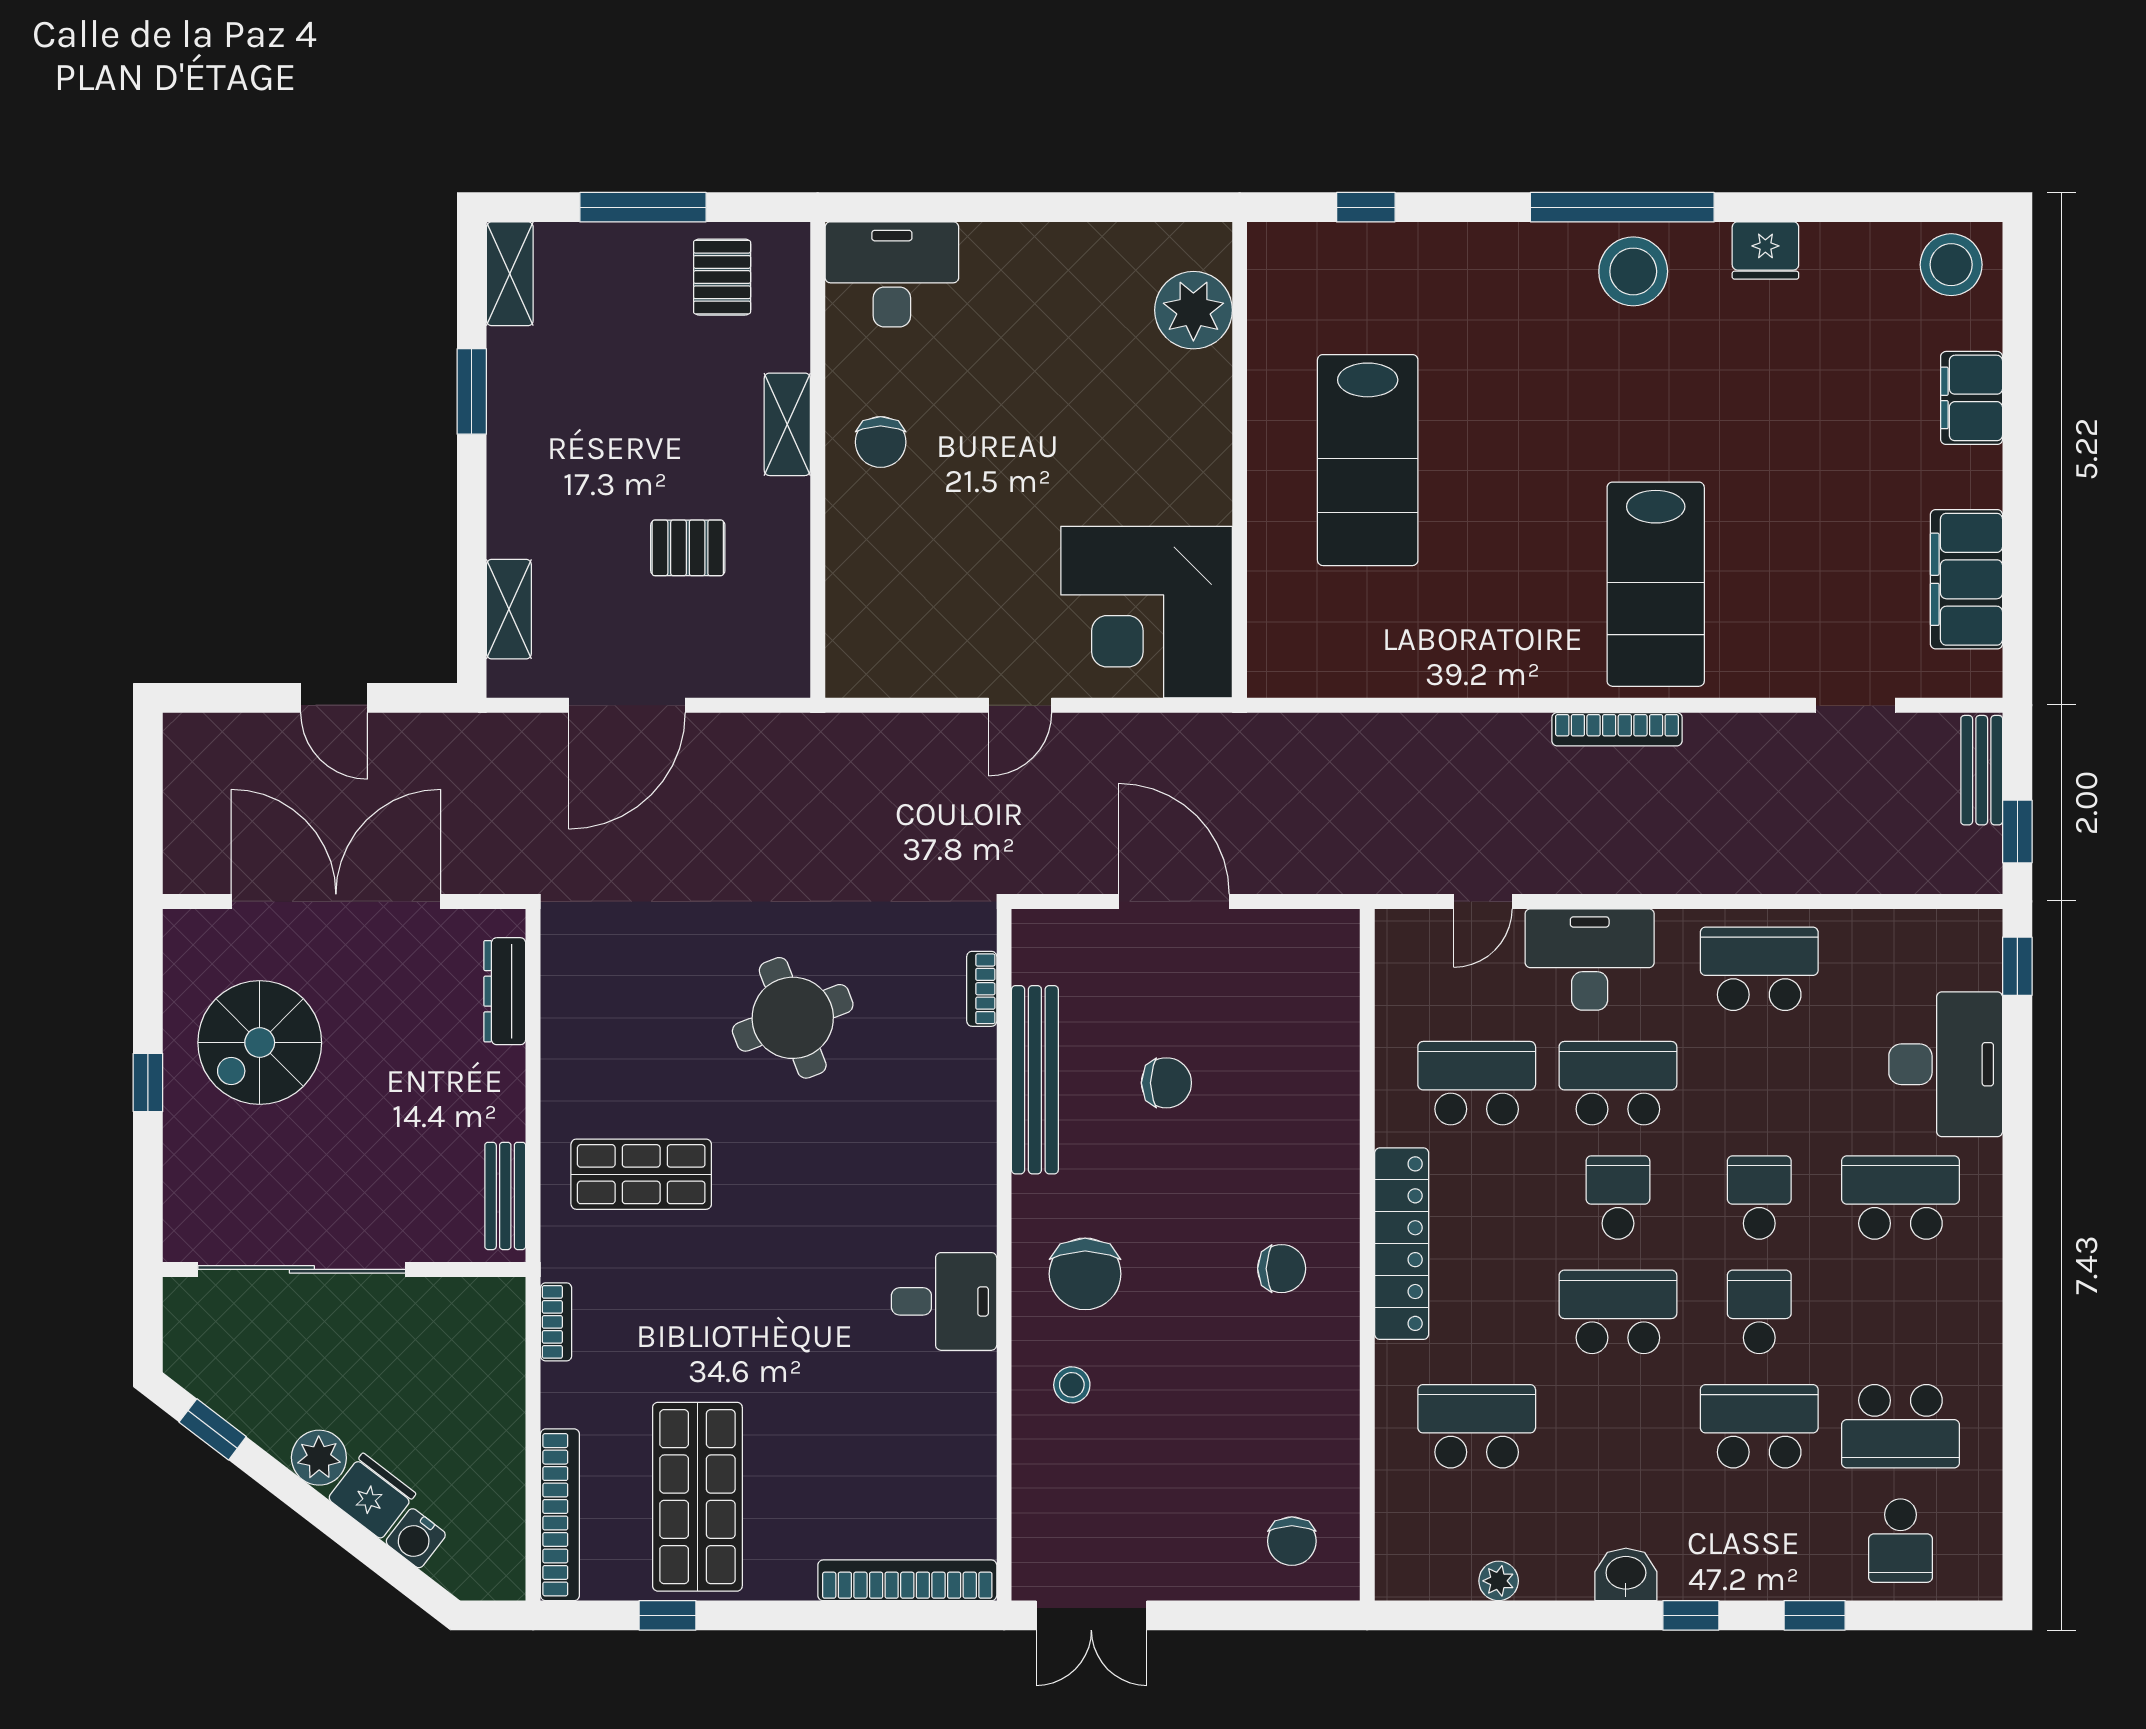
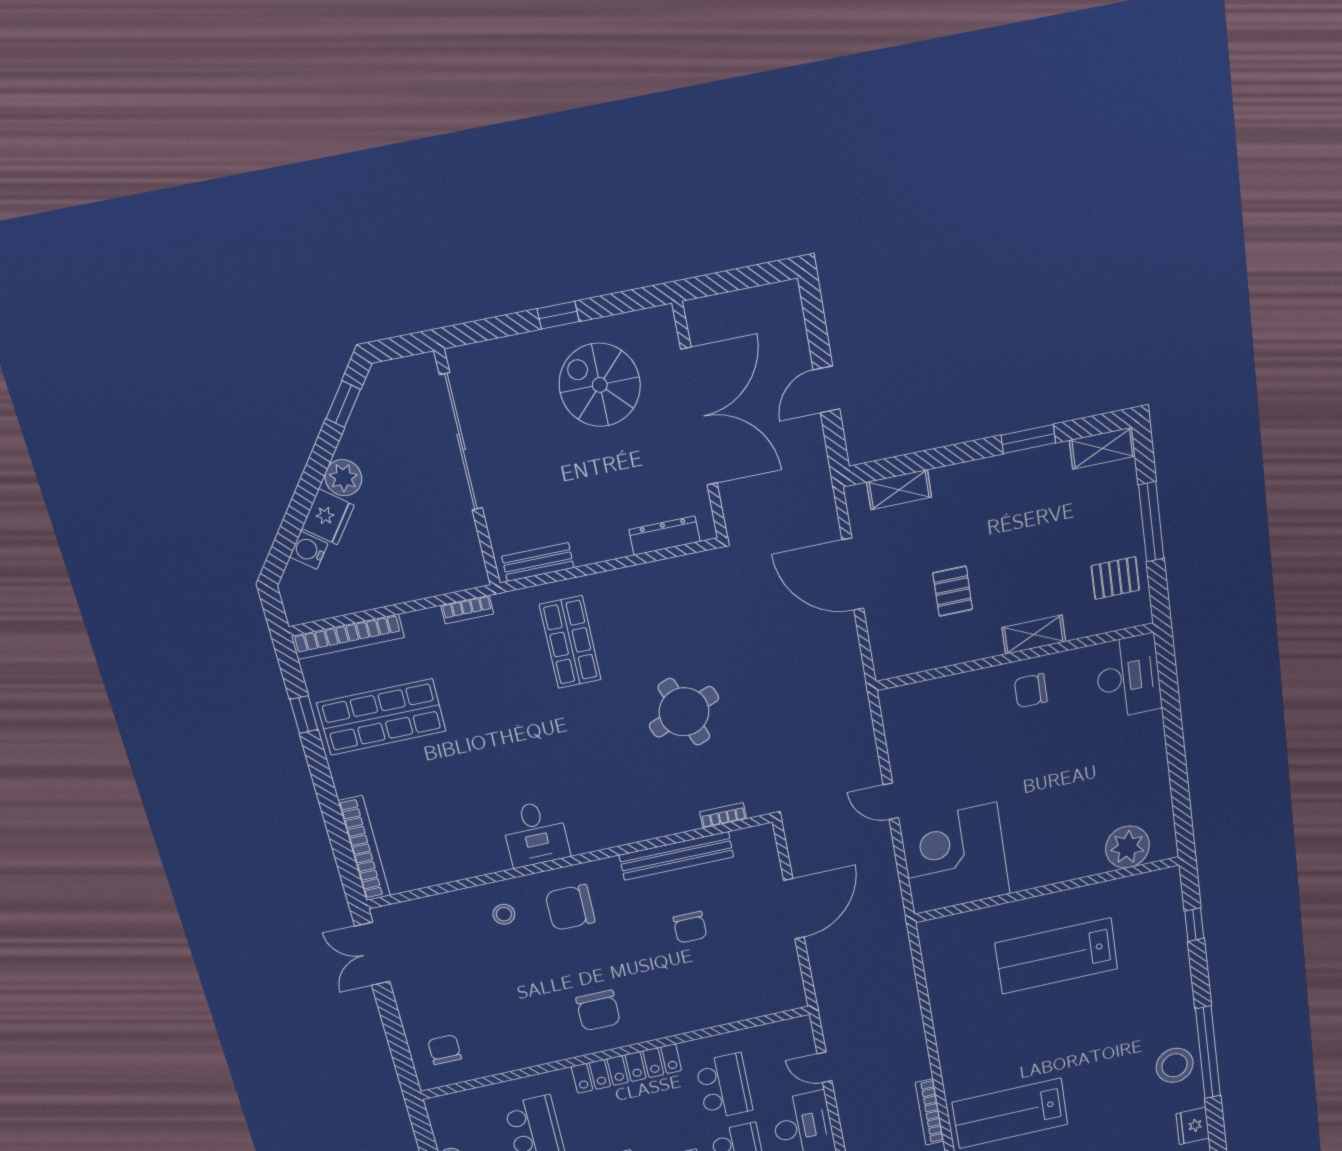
chair: (1282, 1269) -> (598, 1010), width x1.37, depth x1.37
chair: (1292, 1541) -> (445, 1050), turned 90

